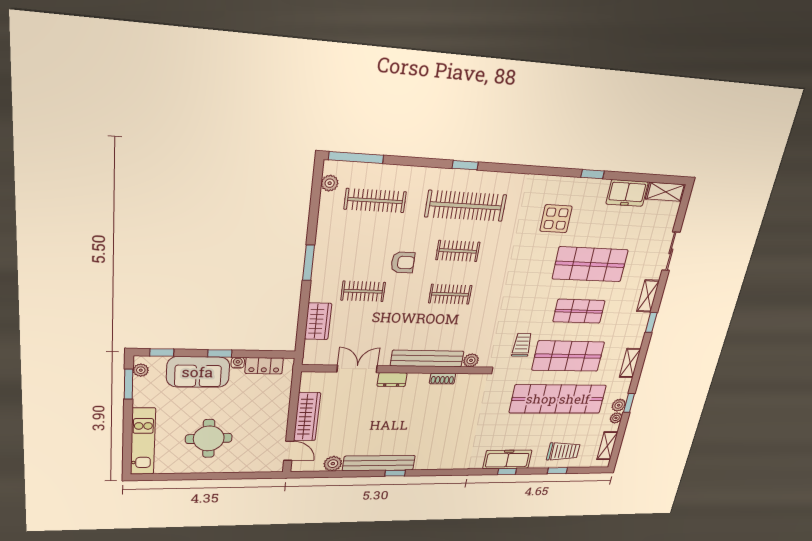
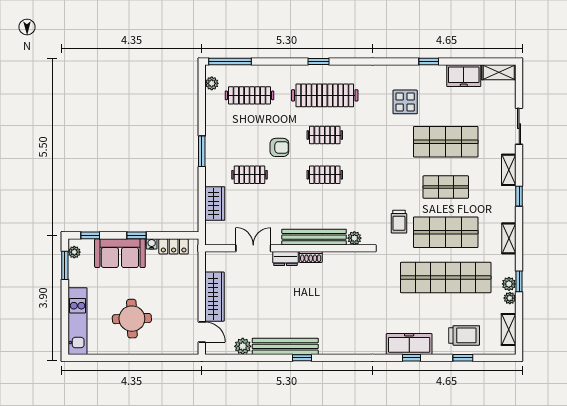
trolley: (522, 345) -> (399, 222), turned 180
shoe rack: (442, 379) -> (311, 257), moved

